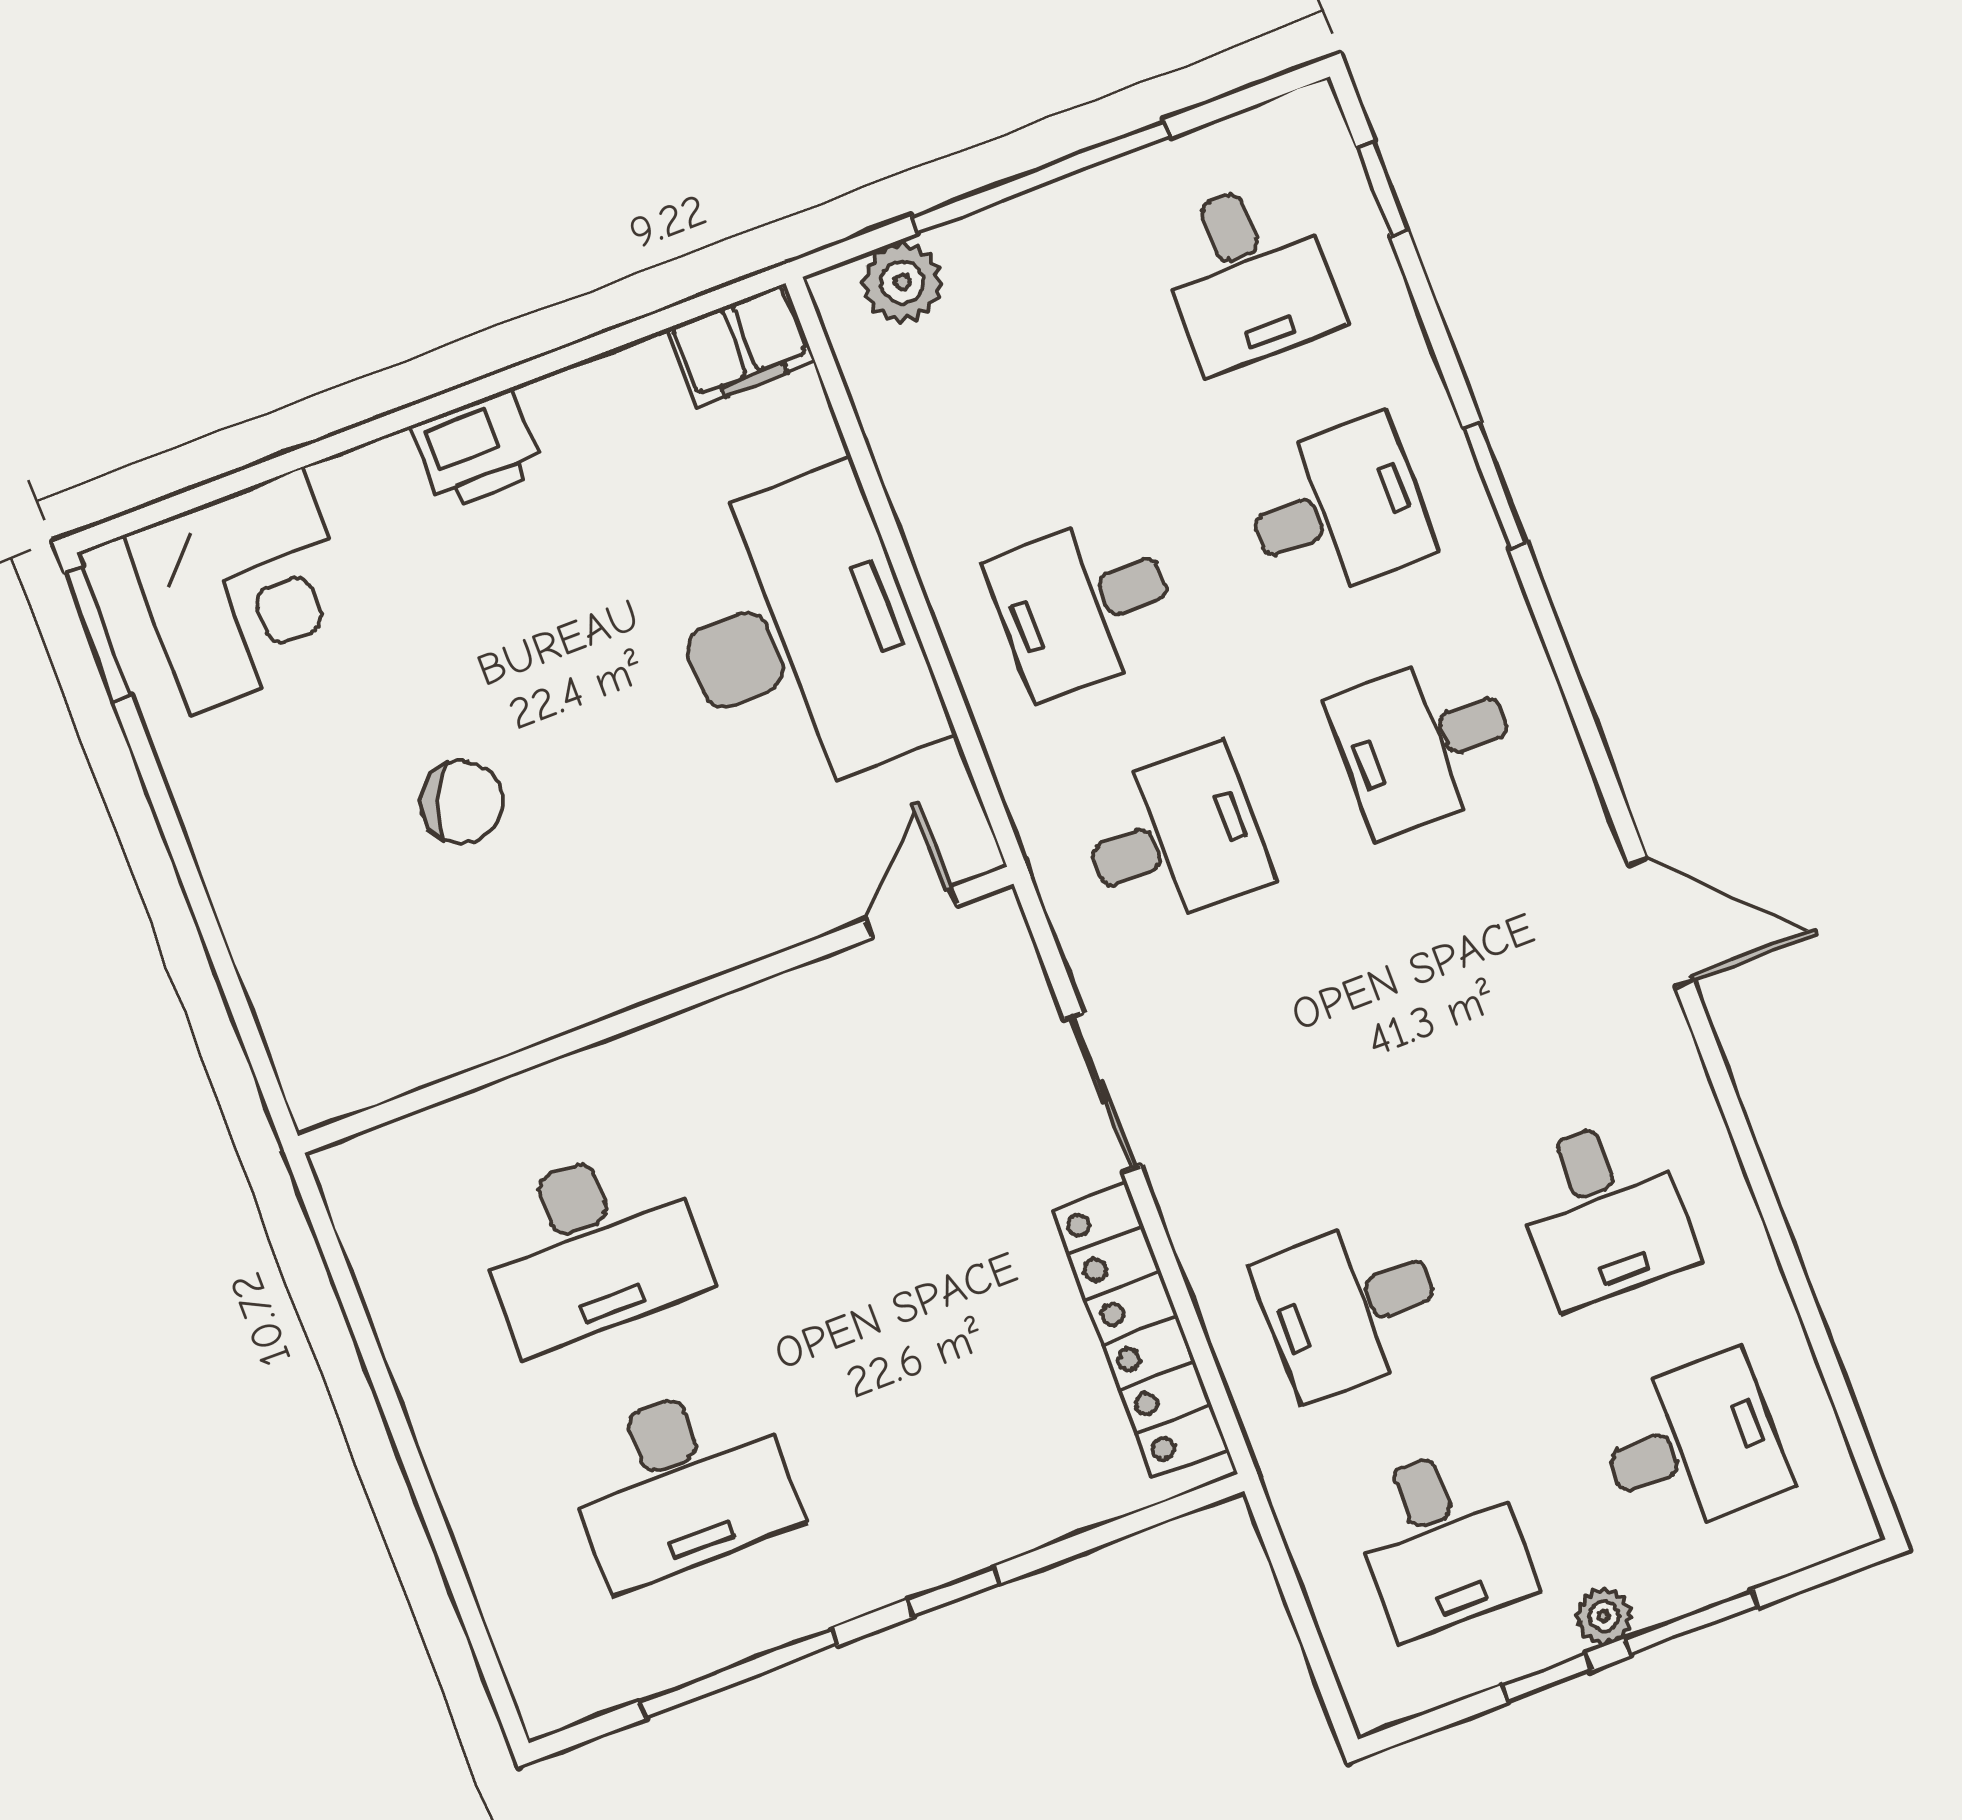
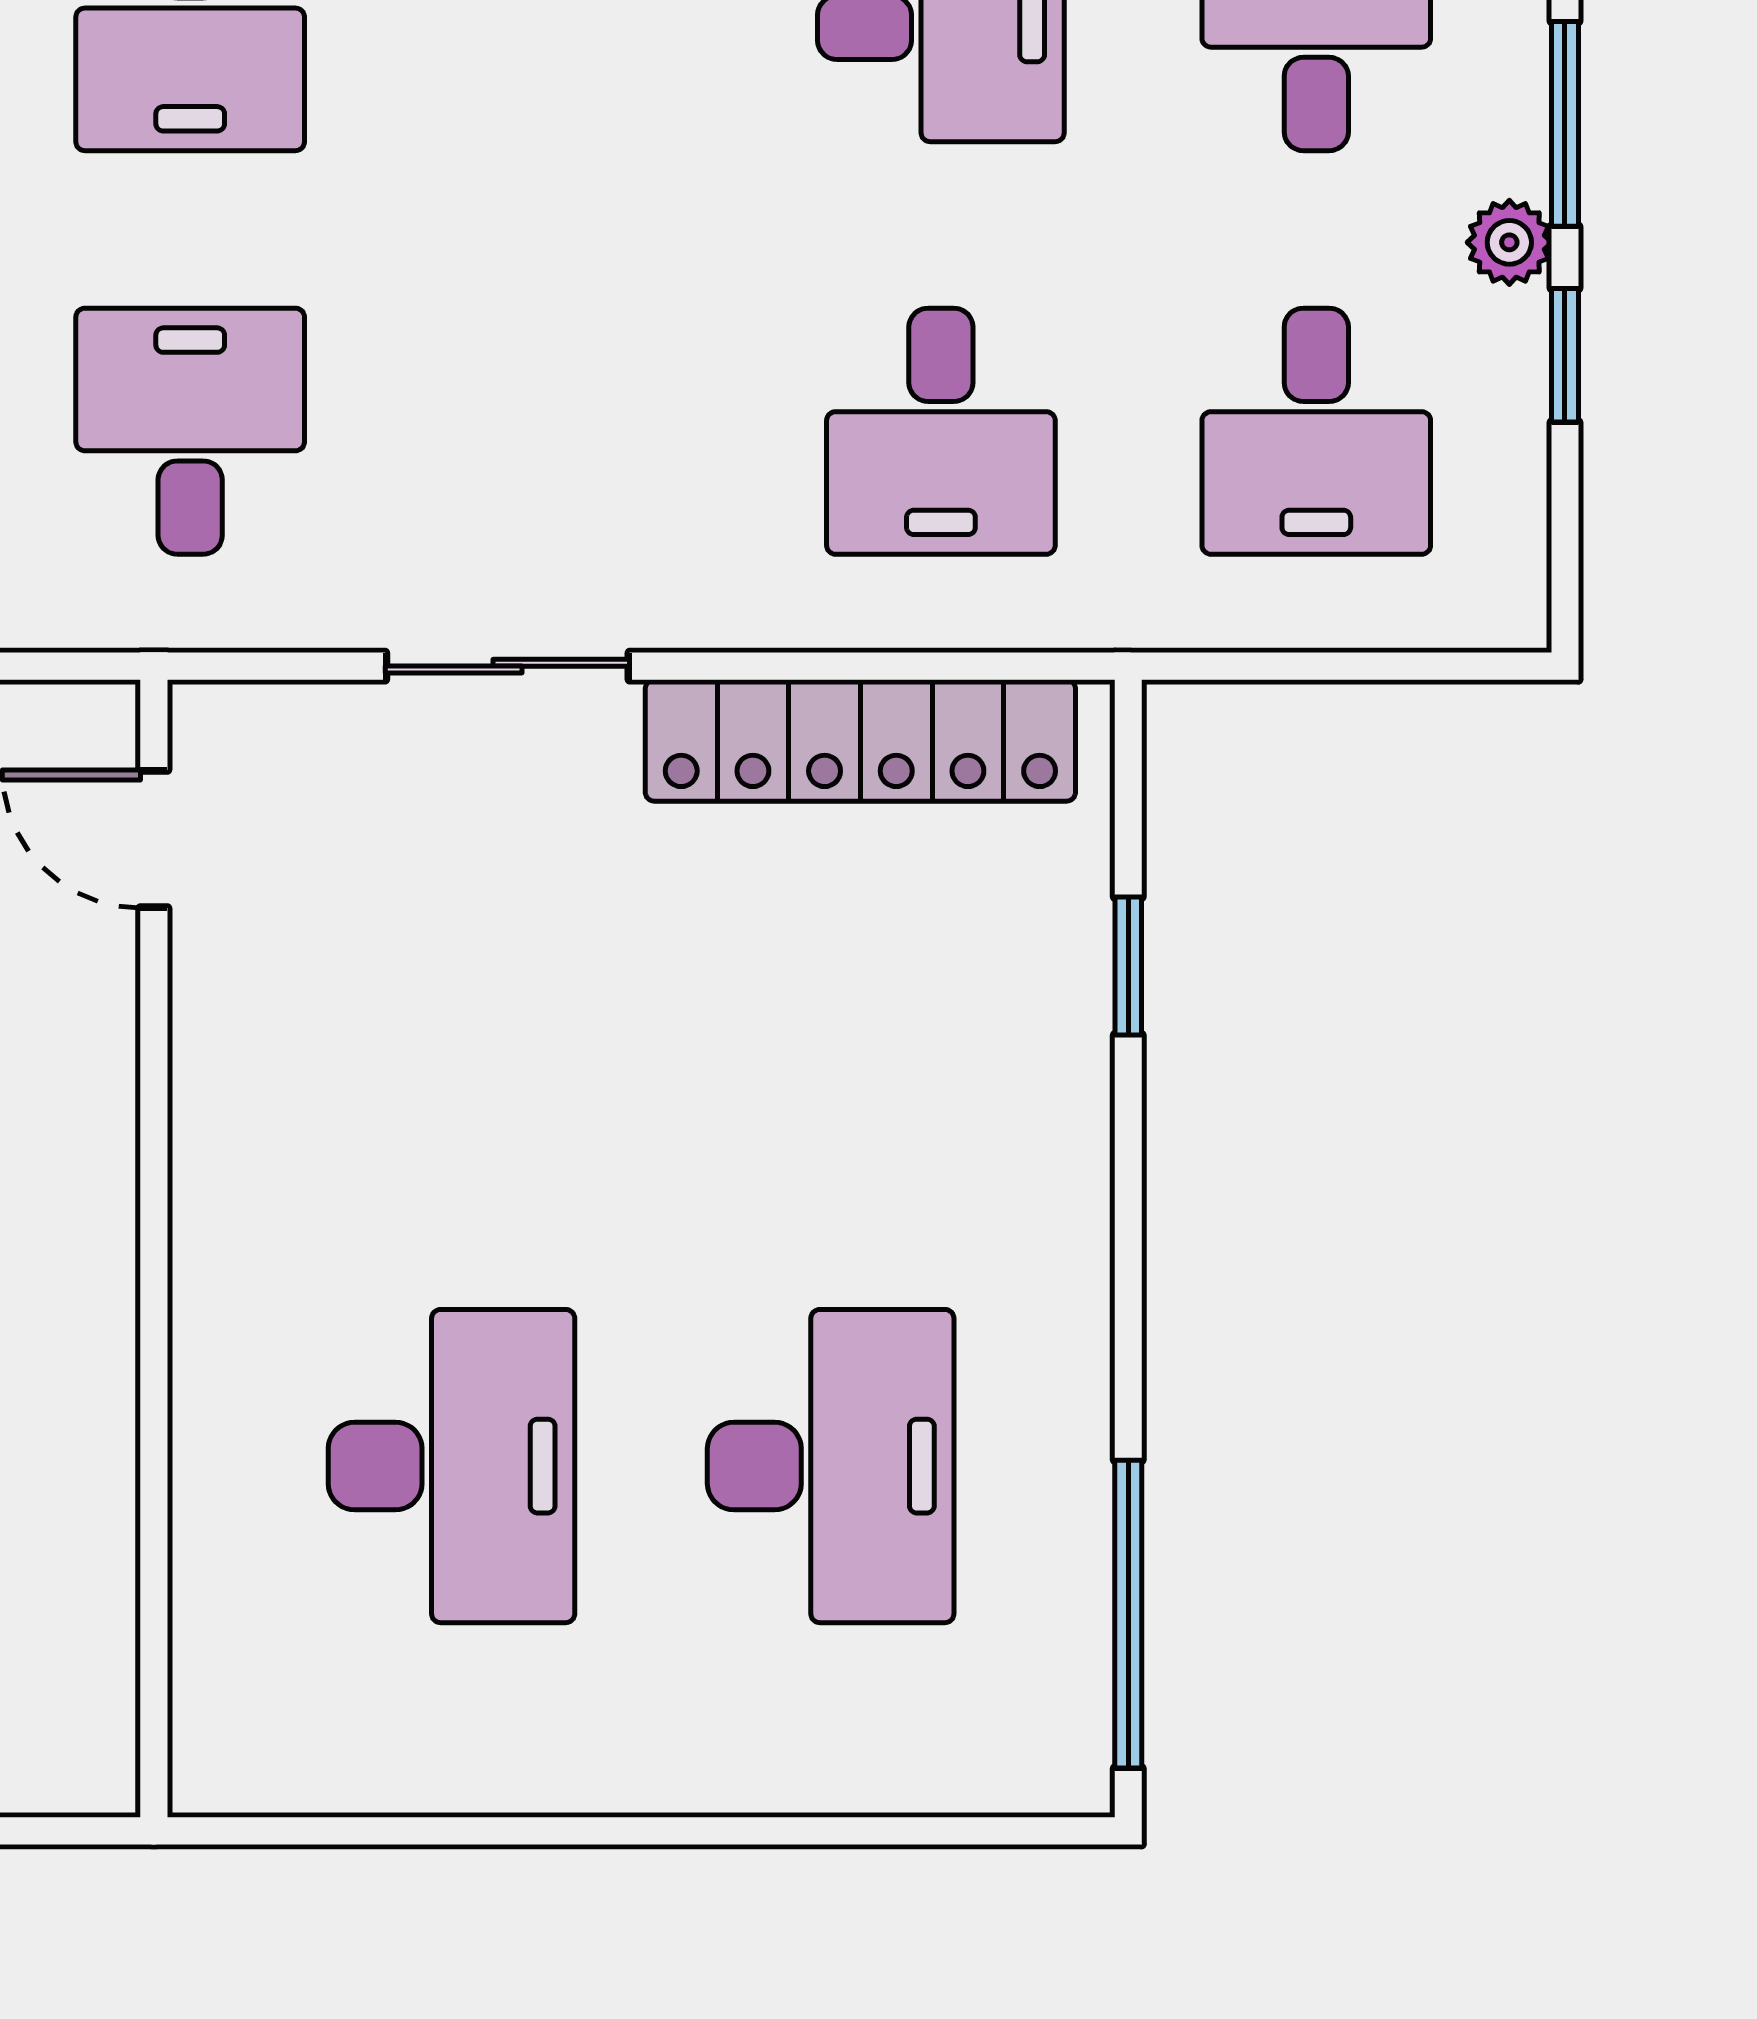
desk: (1440, 1541) -> (1316, 431), turned 90
window: (953, 1592) -> (1128, 966), moved
window: (739, 1673) -> (1128, 1614), moved

